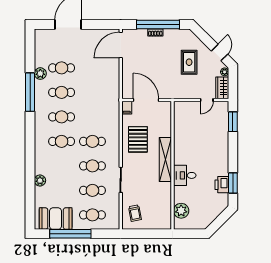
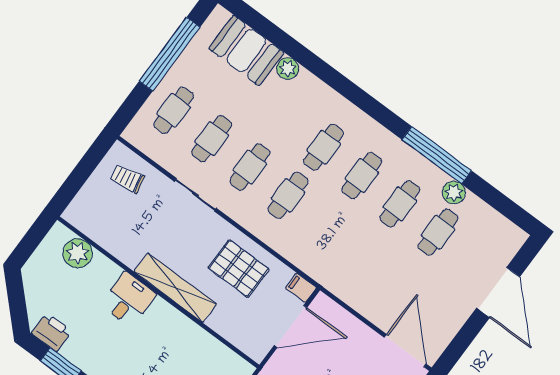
printer: (222, 185) -> (52, 332), moved
booth: (56, 219) -> (246, 50), moved, turned 90

